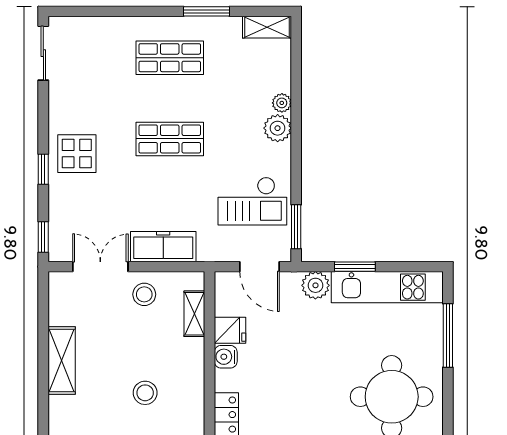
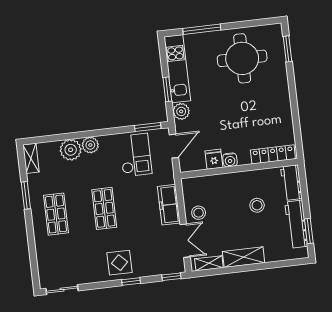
plant: (282, 103) -> (71, 150), width x1.88, depth x1.88
double door: (100, 267) -> (185, 241), swing flipped
shelving: (194, 314) -> (209, 263), moved

